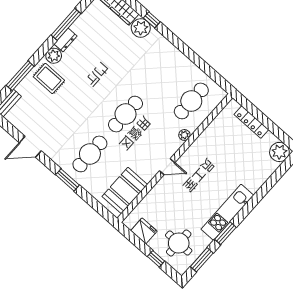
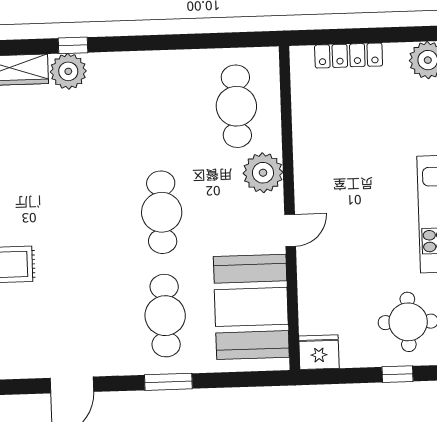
plant: (184, 135) -> (263, 173), width x1.87, depth x1.87
booth: (125, 190) -> (251, 307), width x1.36, depth x1.42
fridge: (144, 231) -> (319, 352), moved

